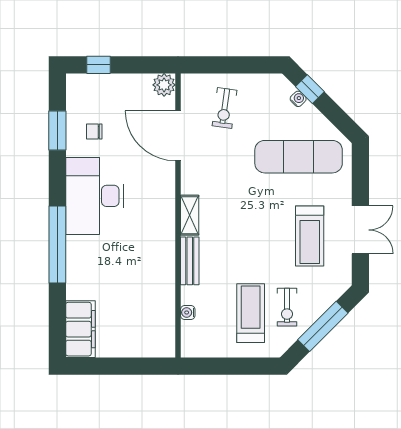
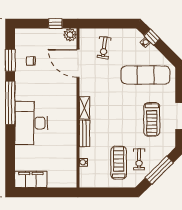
window: (99, 65) -> (55, 24), moved
desk: (95, 196) -> (31, 123), moved
window: (57, 245) -> (10, 103), moved
filing cabinet: (81, 329) -> (31, 179), moved, turned -90

